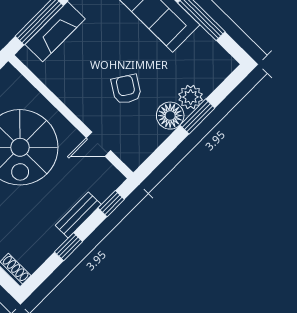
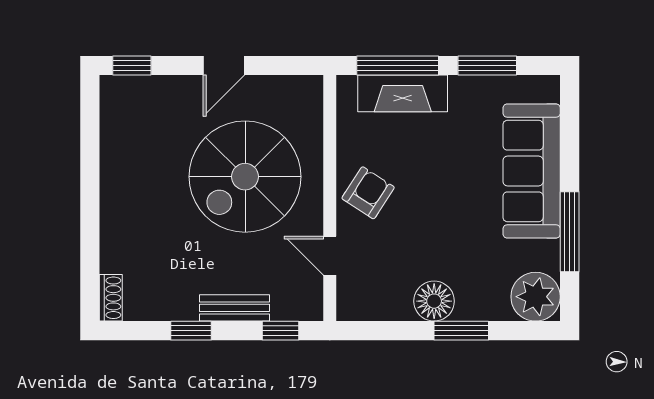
armchair: (126, 89) -> (368, 193), moved
plant: (191, 97) -> (536, 297), moved, width x1.36, depth x1.36

